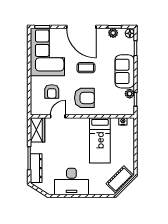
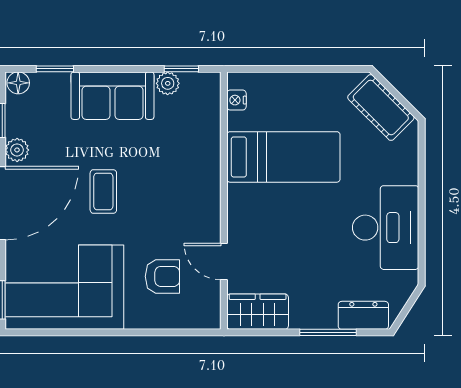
plant: (113, 33) -> (17, 150), moved
armchair: (84, 98) -> (178, 195), removed
dresser: (36, 168) -> (363, 315), width x0.70

